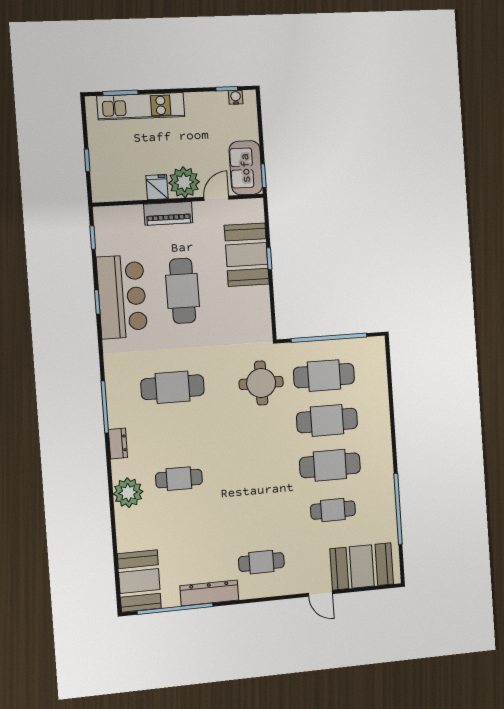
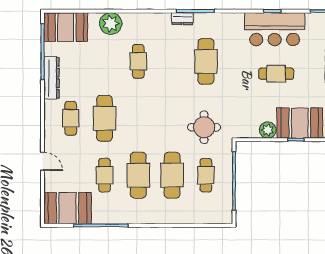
cafe table: (183, 291) -> (276, 74), width x0.73, depth x0.74
plant: (259, 297) -> (268, 130), added
cafe table: (324, 376) -> (206, 175), width x0.73, depth x0.74
dresser: (118, 443) -> (182, 19), moved
plant: (128, 493) -> (111, 24), moved
cafe table: (258, 517) -> (104, 118), added
booth: (362, 566) -> (68, 208), moved, turned 90
door: (320, 594) -> (43, 161), swing flipped

